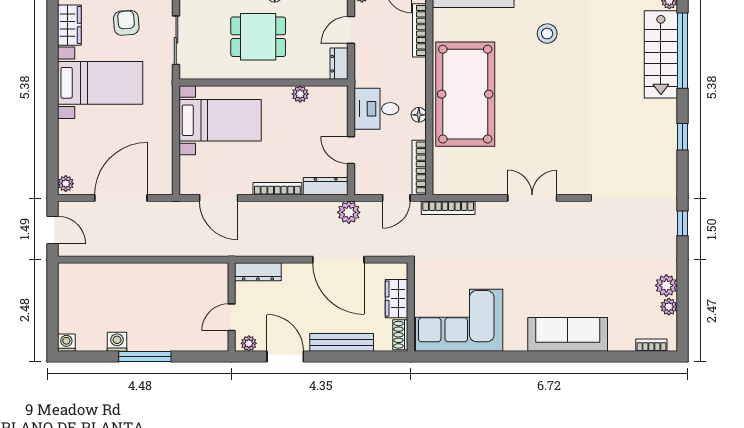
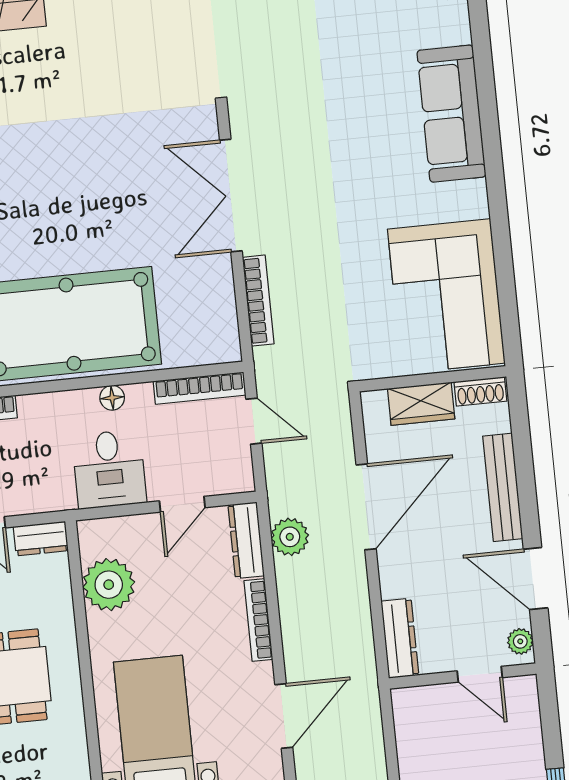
plant: (300, 94) -> (109, 585), width x1.88, depth x1.88
double door: (532, 198) -> (231, 196), width x1.37
bookcase: (448, 208) -> (258, 301), moved
plant: (349, 212) -> (290, 537), moved
door: (285, 356) -> (536, 579), hinge flipped

